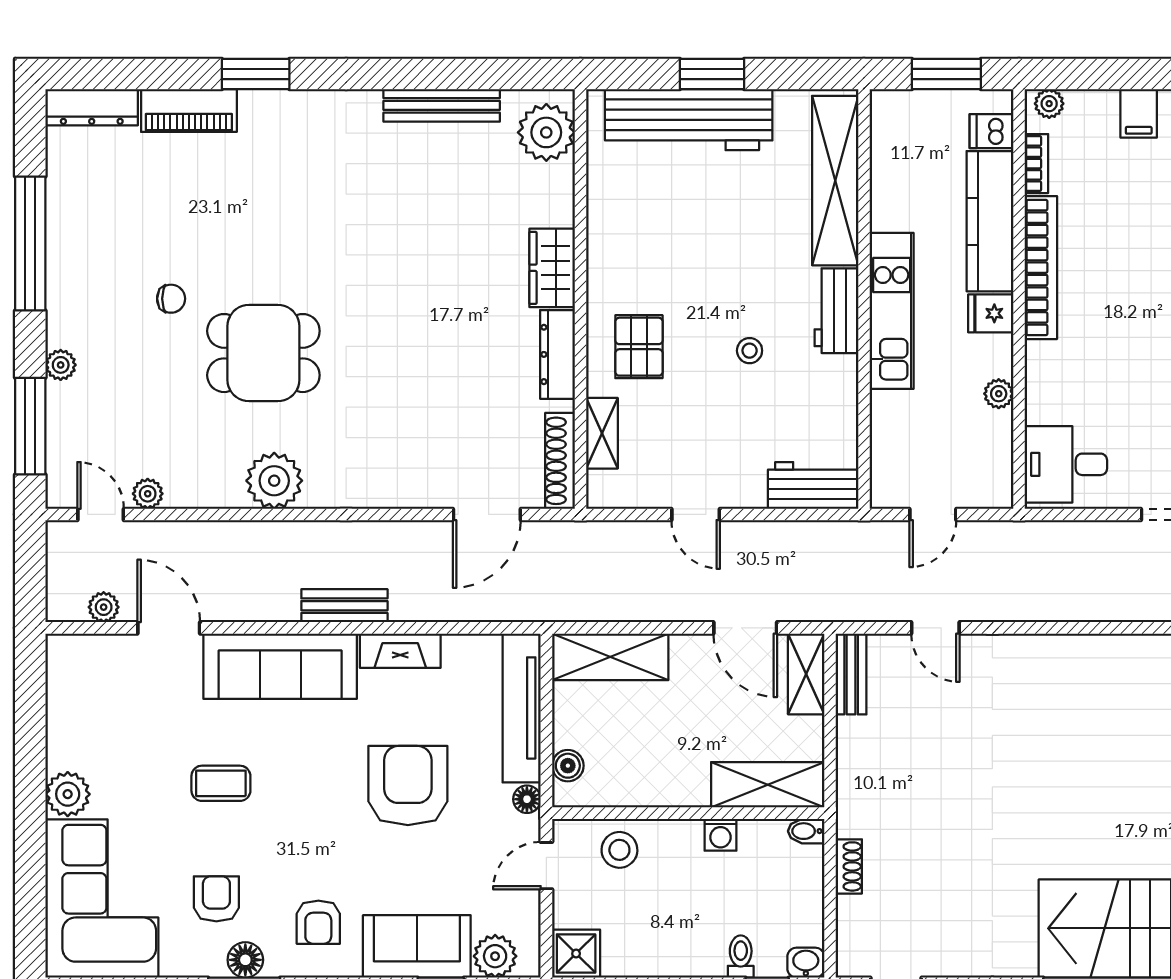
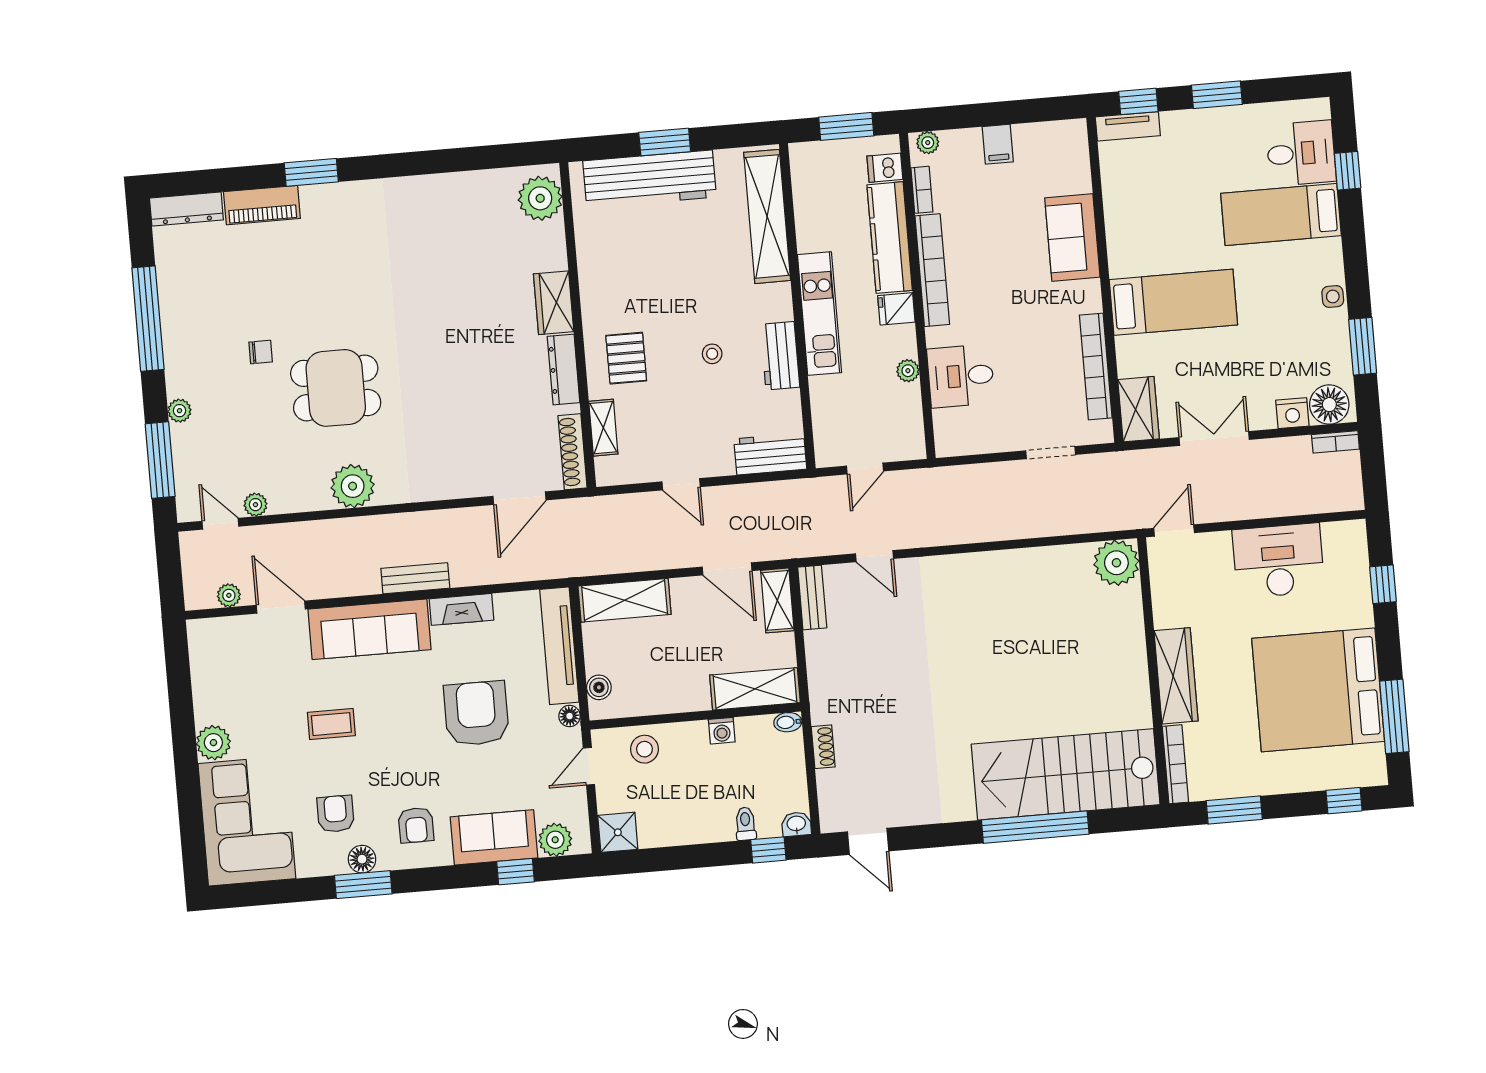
bench: (442, 105) -> (457, 184), removed
workbench: (836, 311) -> (780, 356), moved
desk: (1066, 464) -> (961, 376), moved

